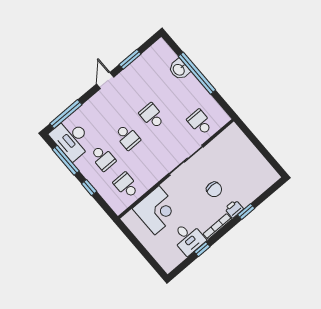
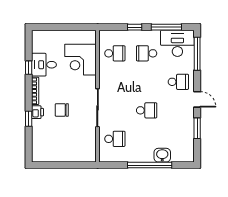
school desk: (127, 137) -> (178, 82), moved, turned 180

